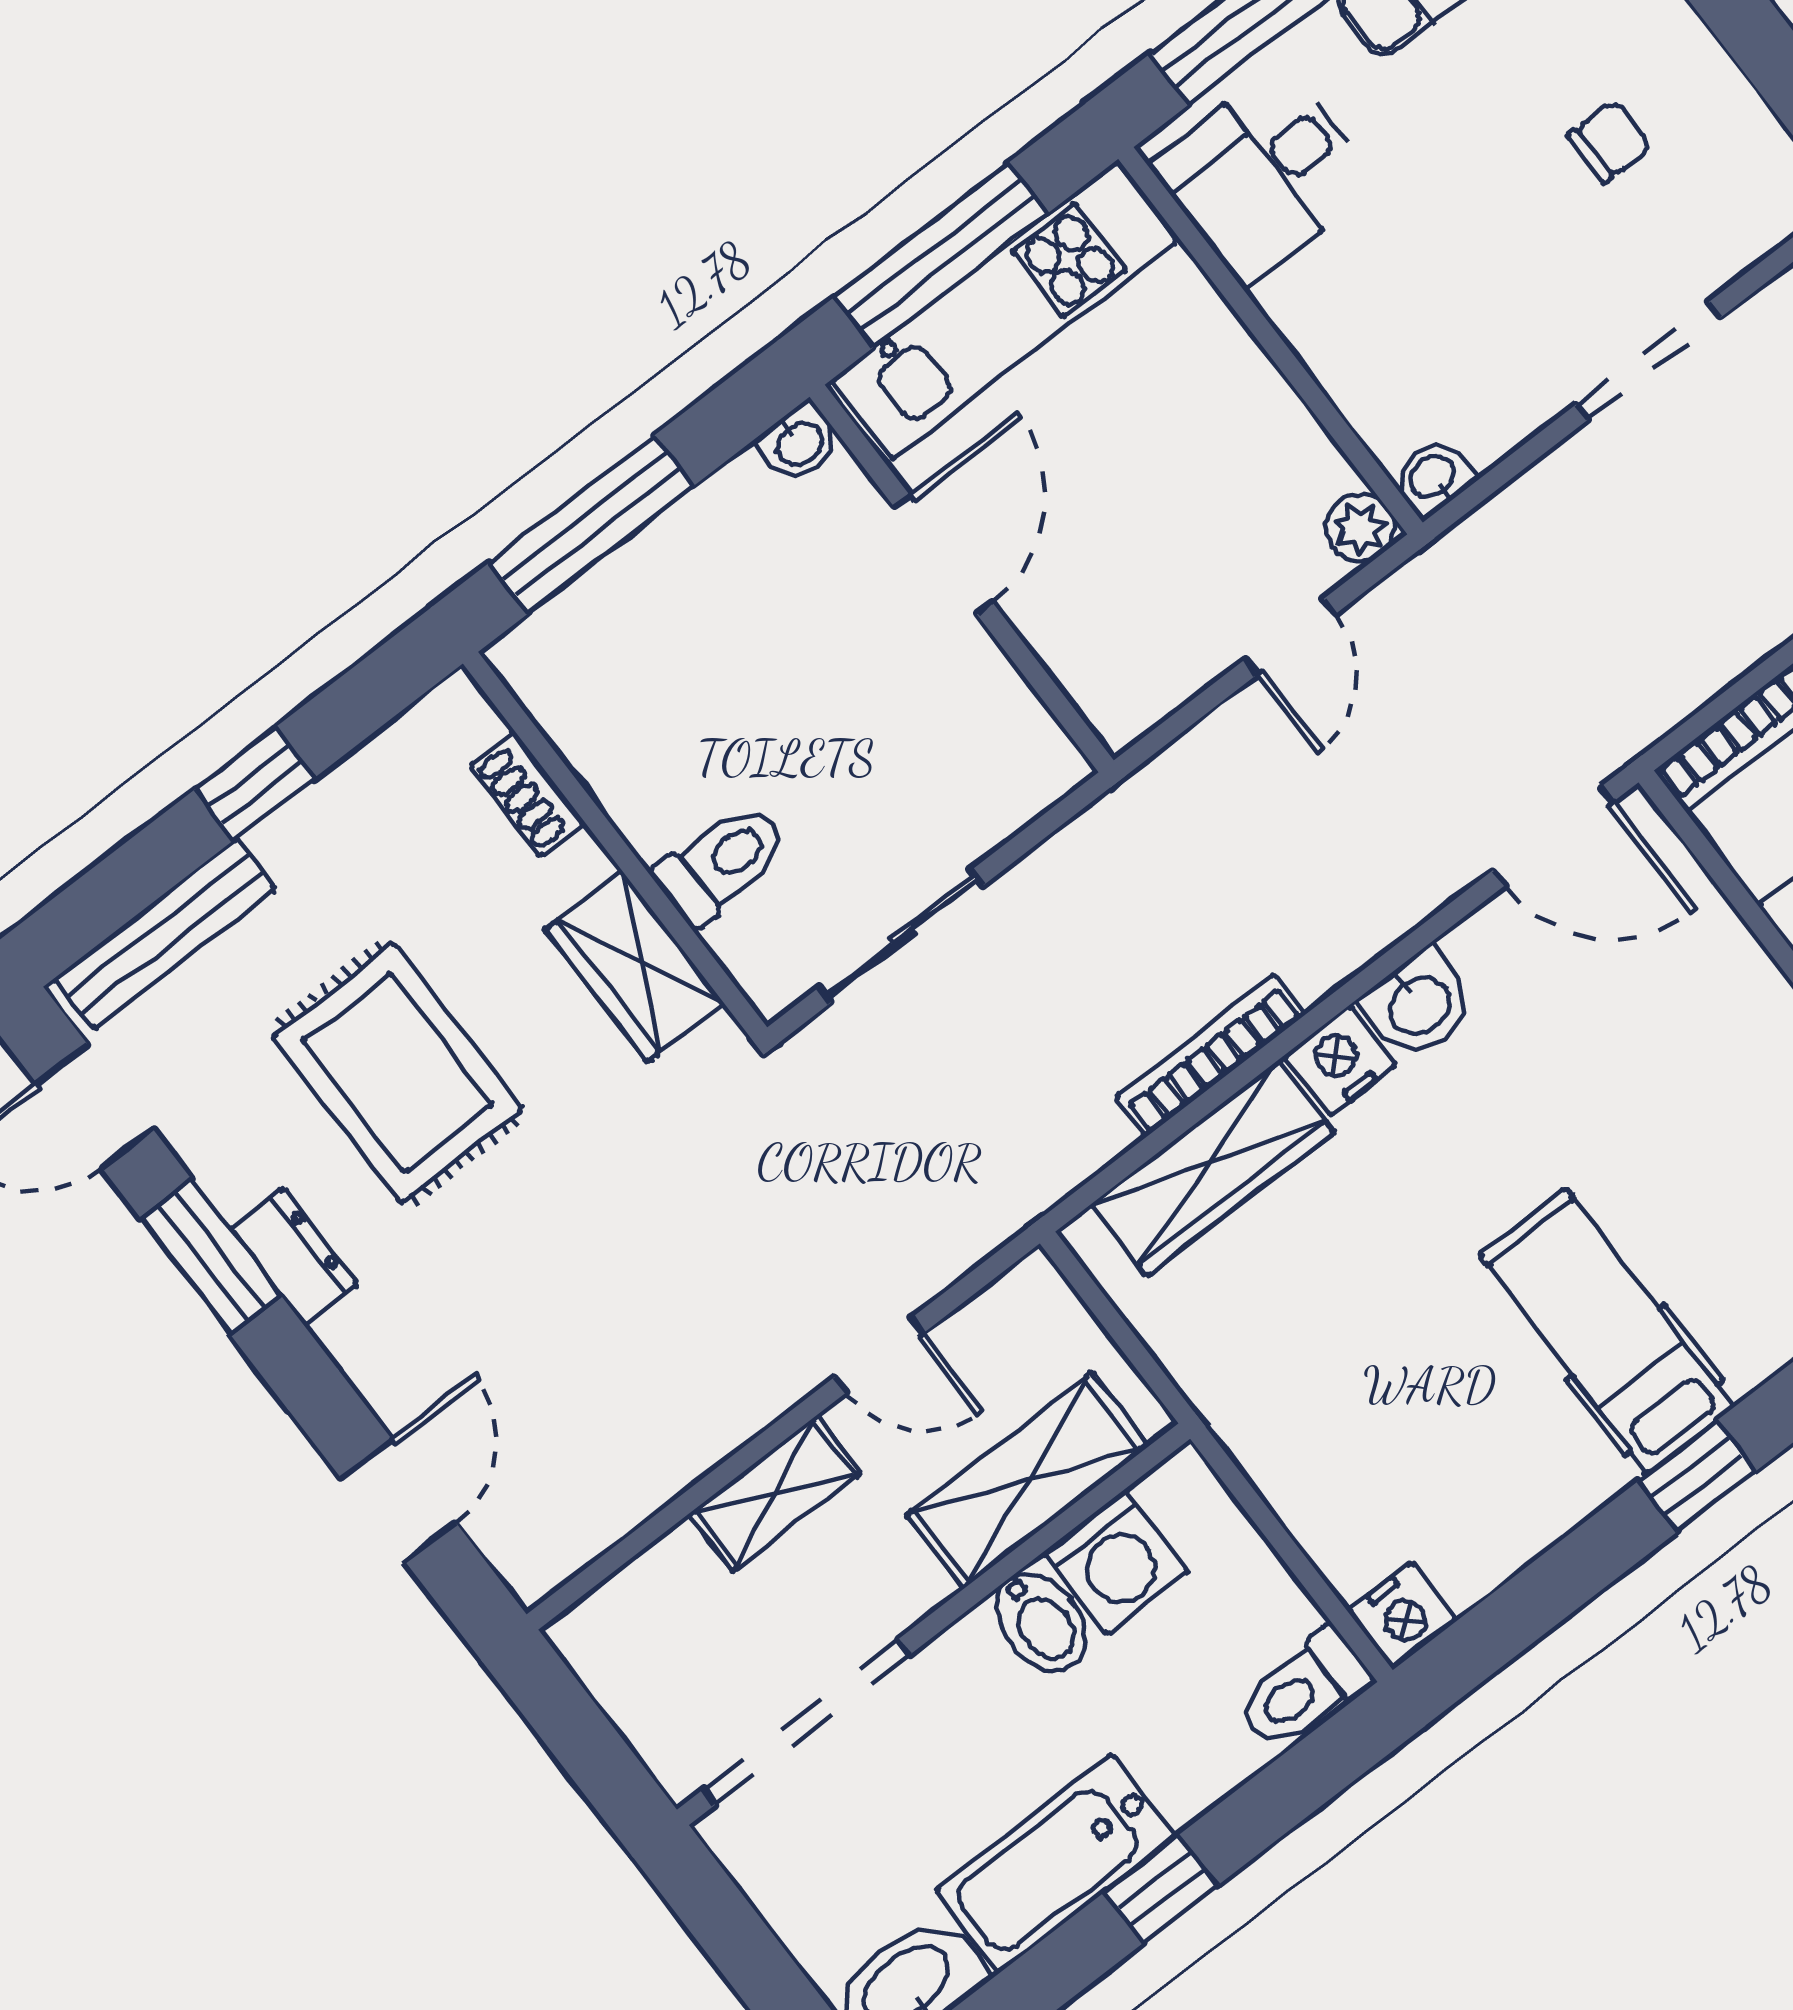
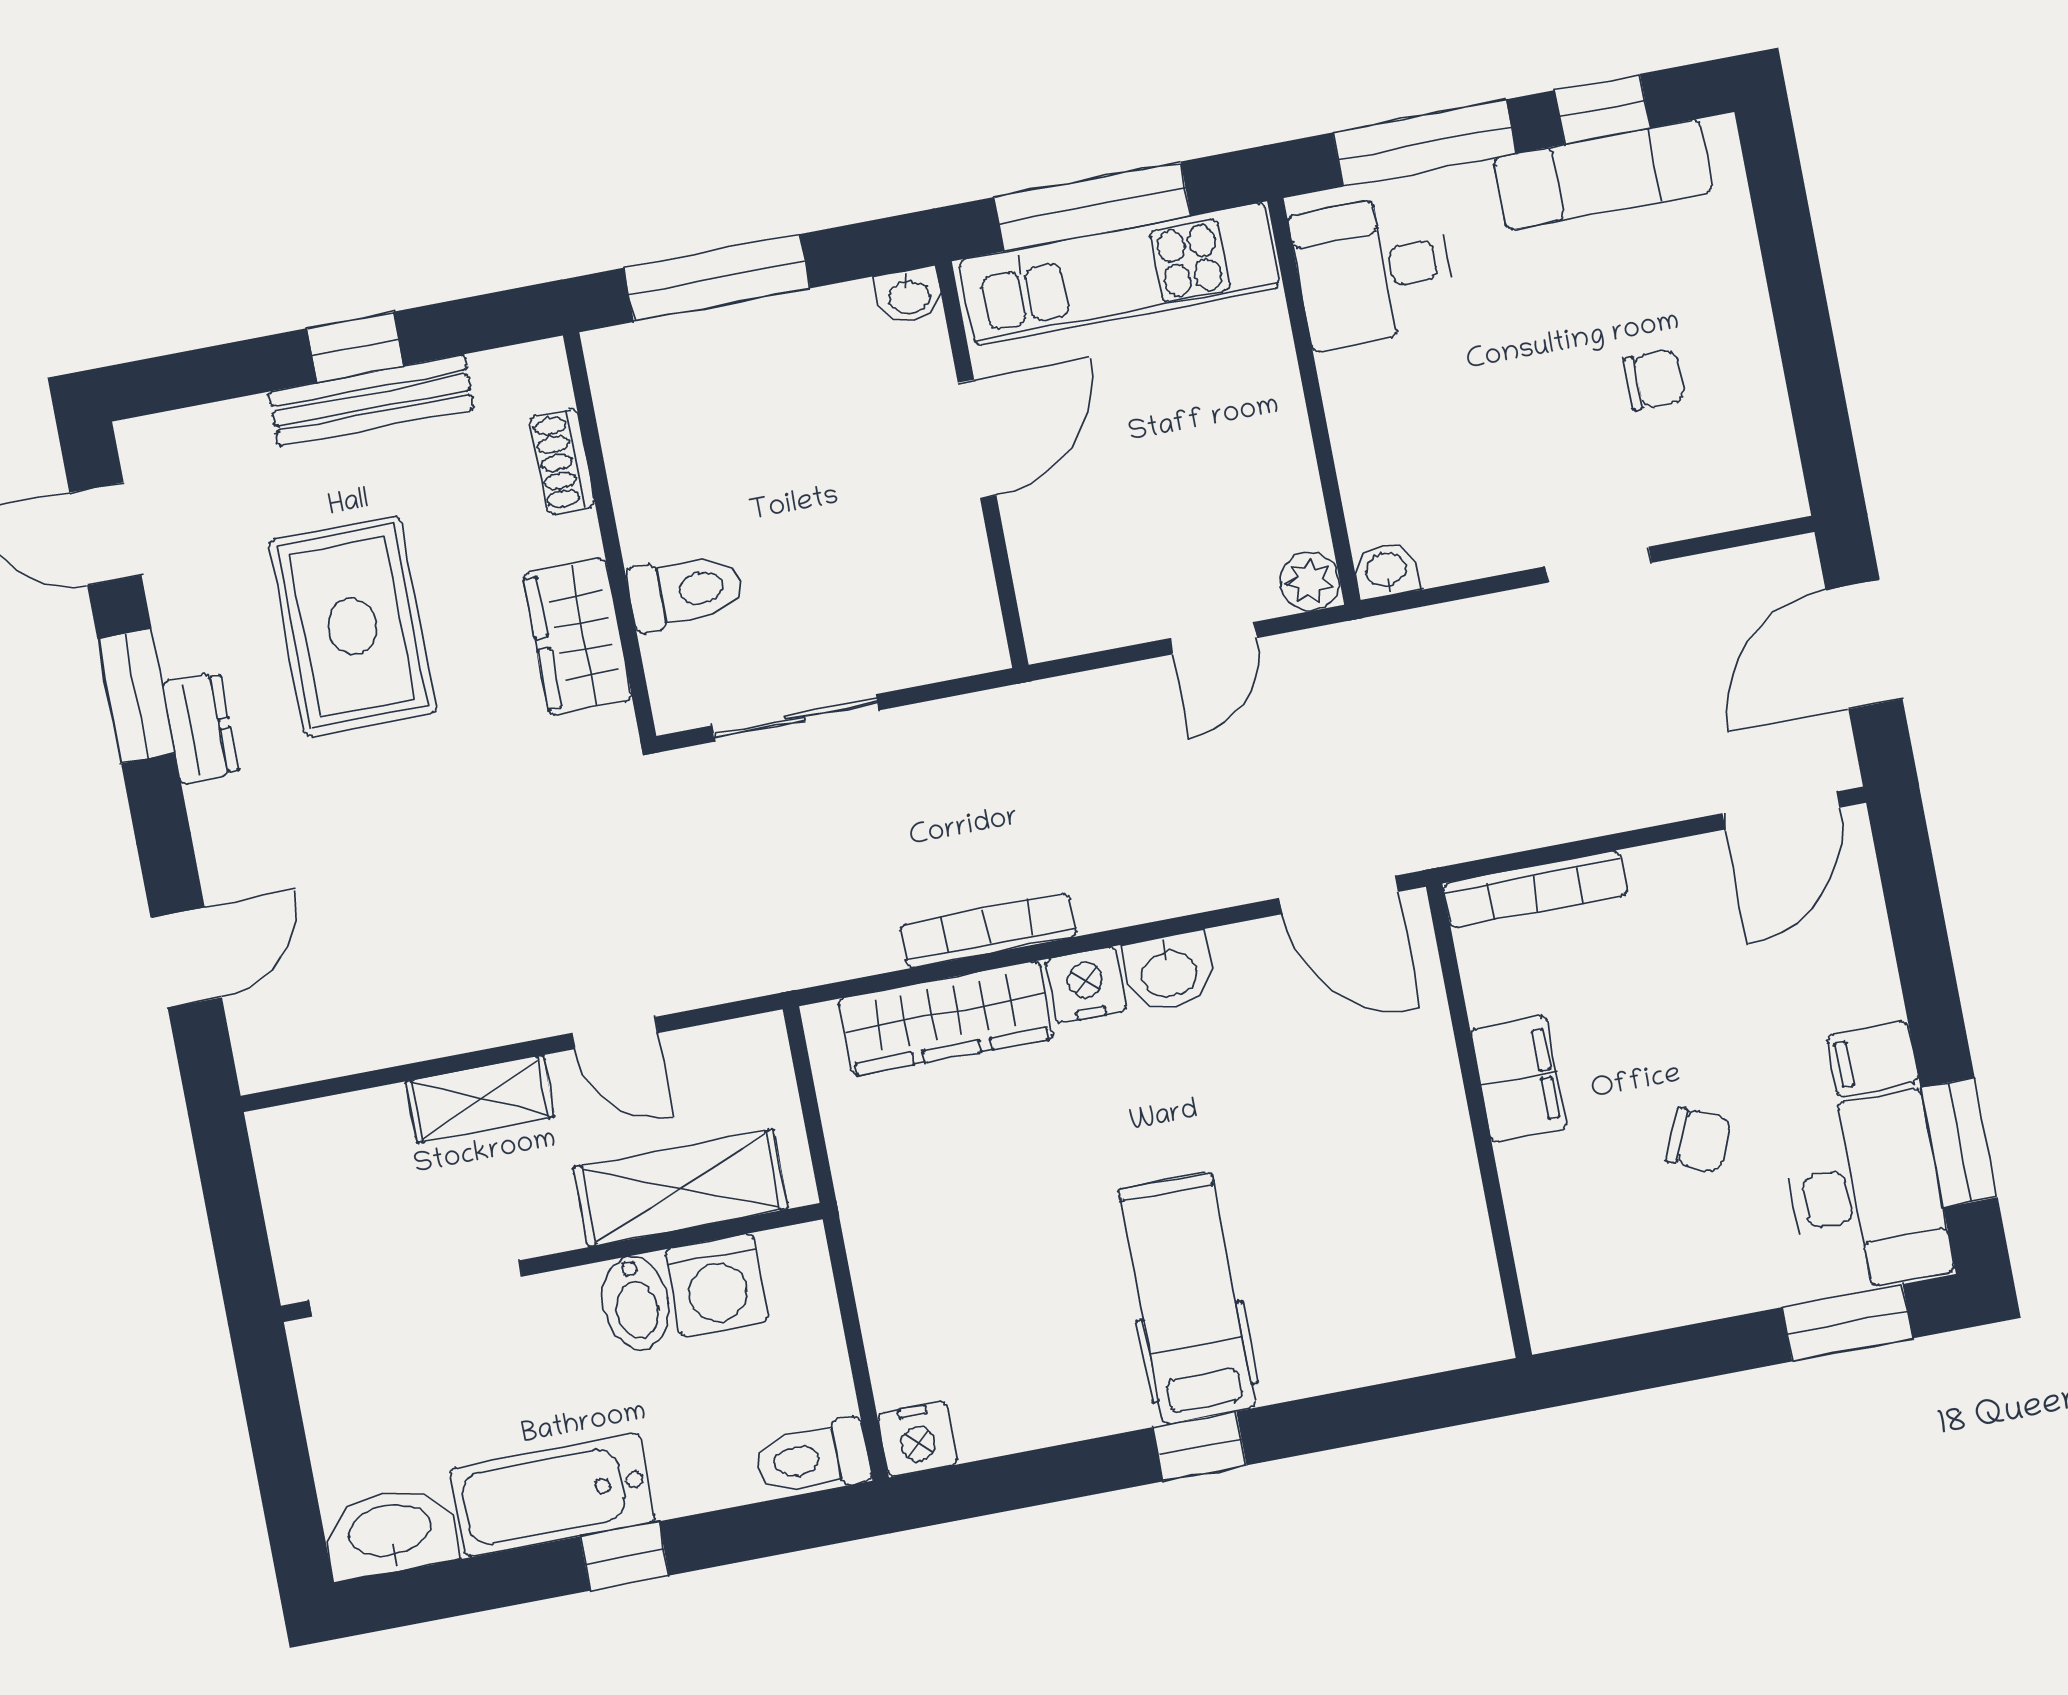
doorway: (1648, 361) -> (1598, 565), width x0.73
bench: (165, 934) -> (371, 400), moved

